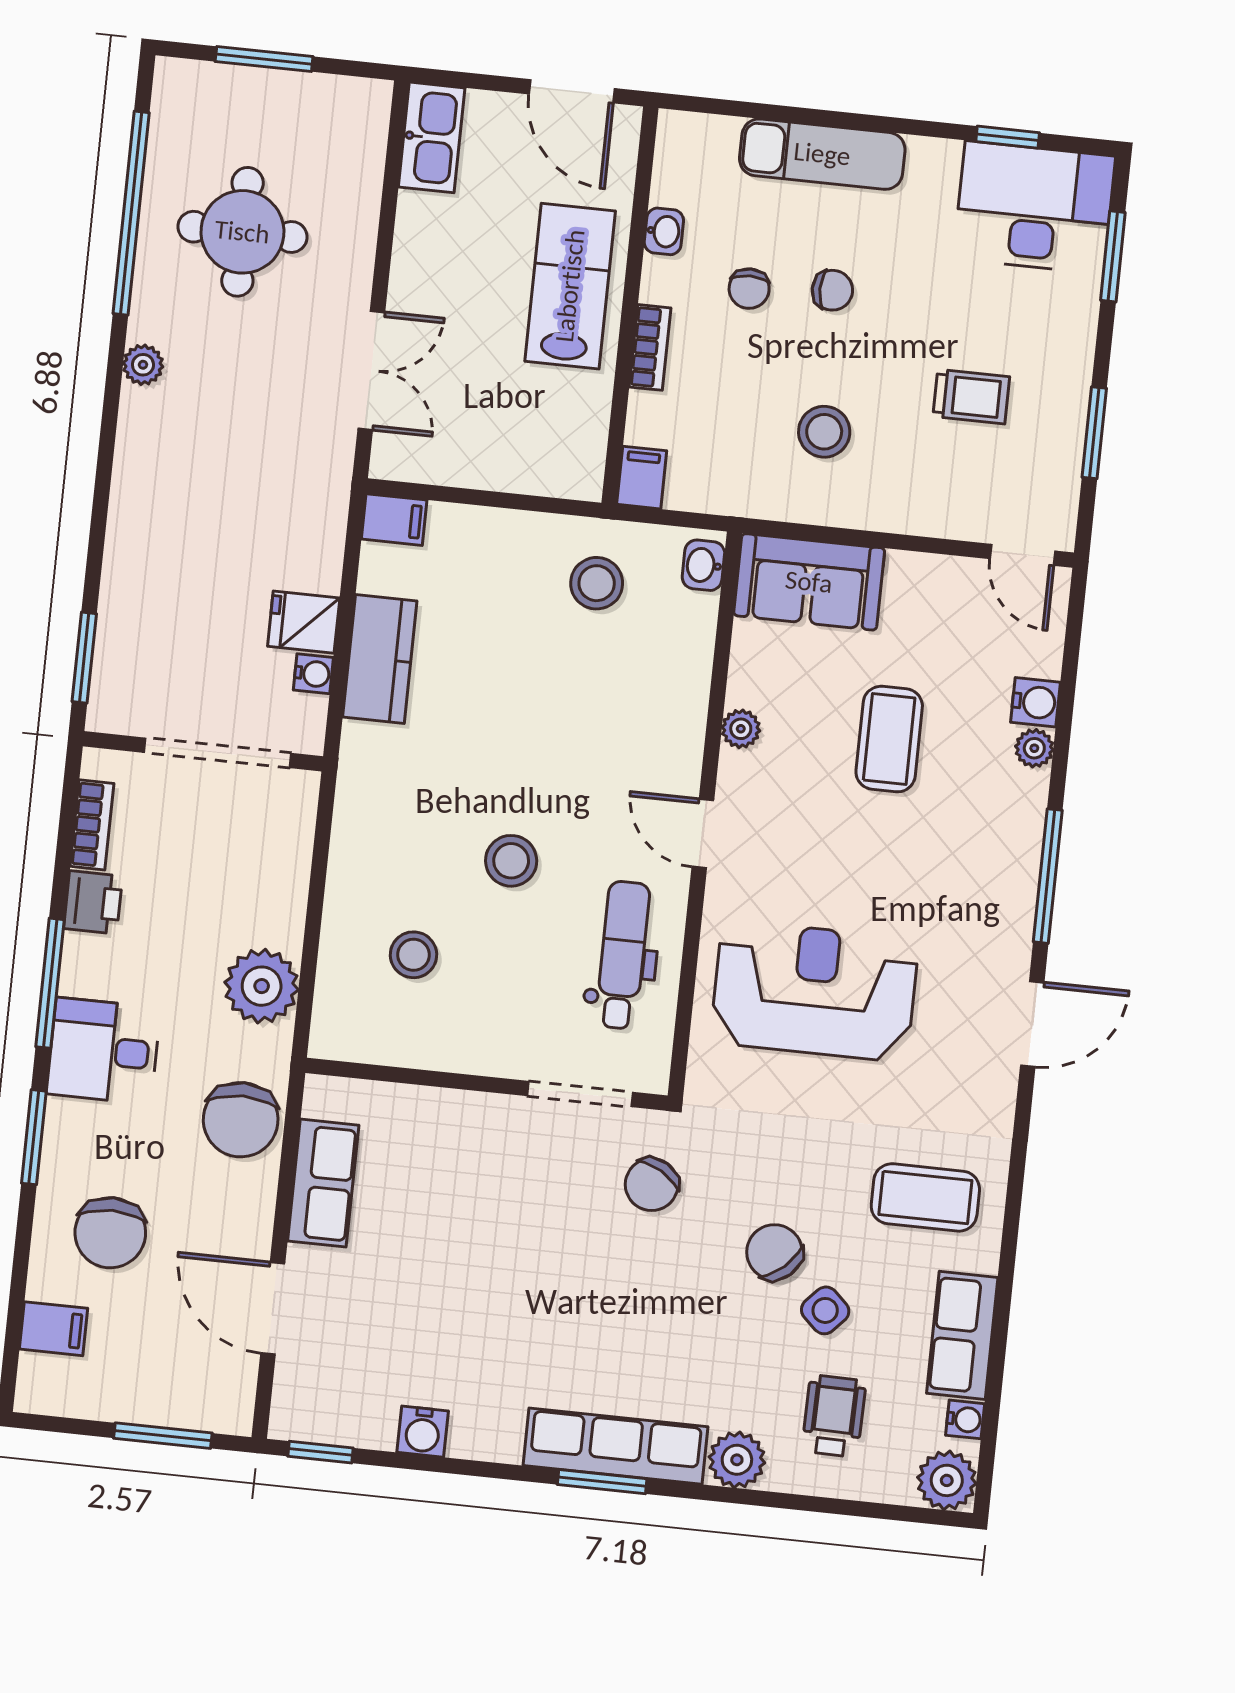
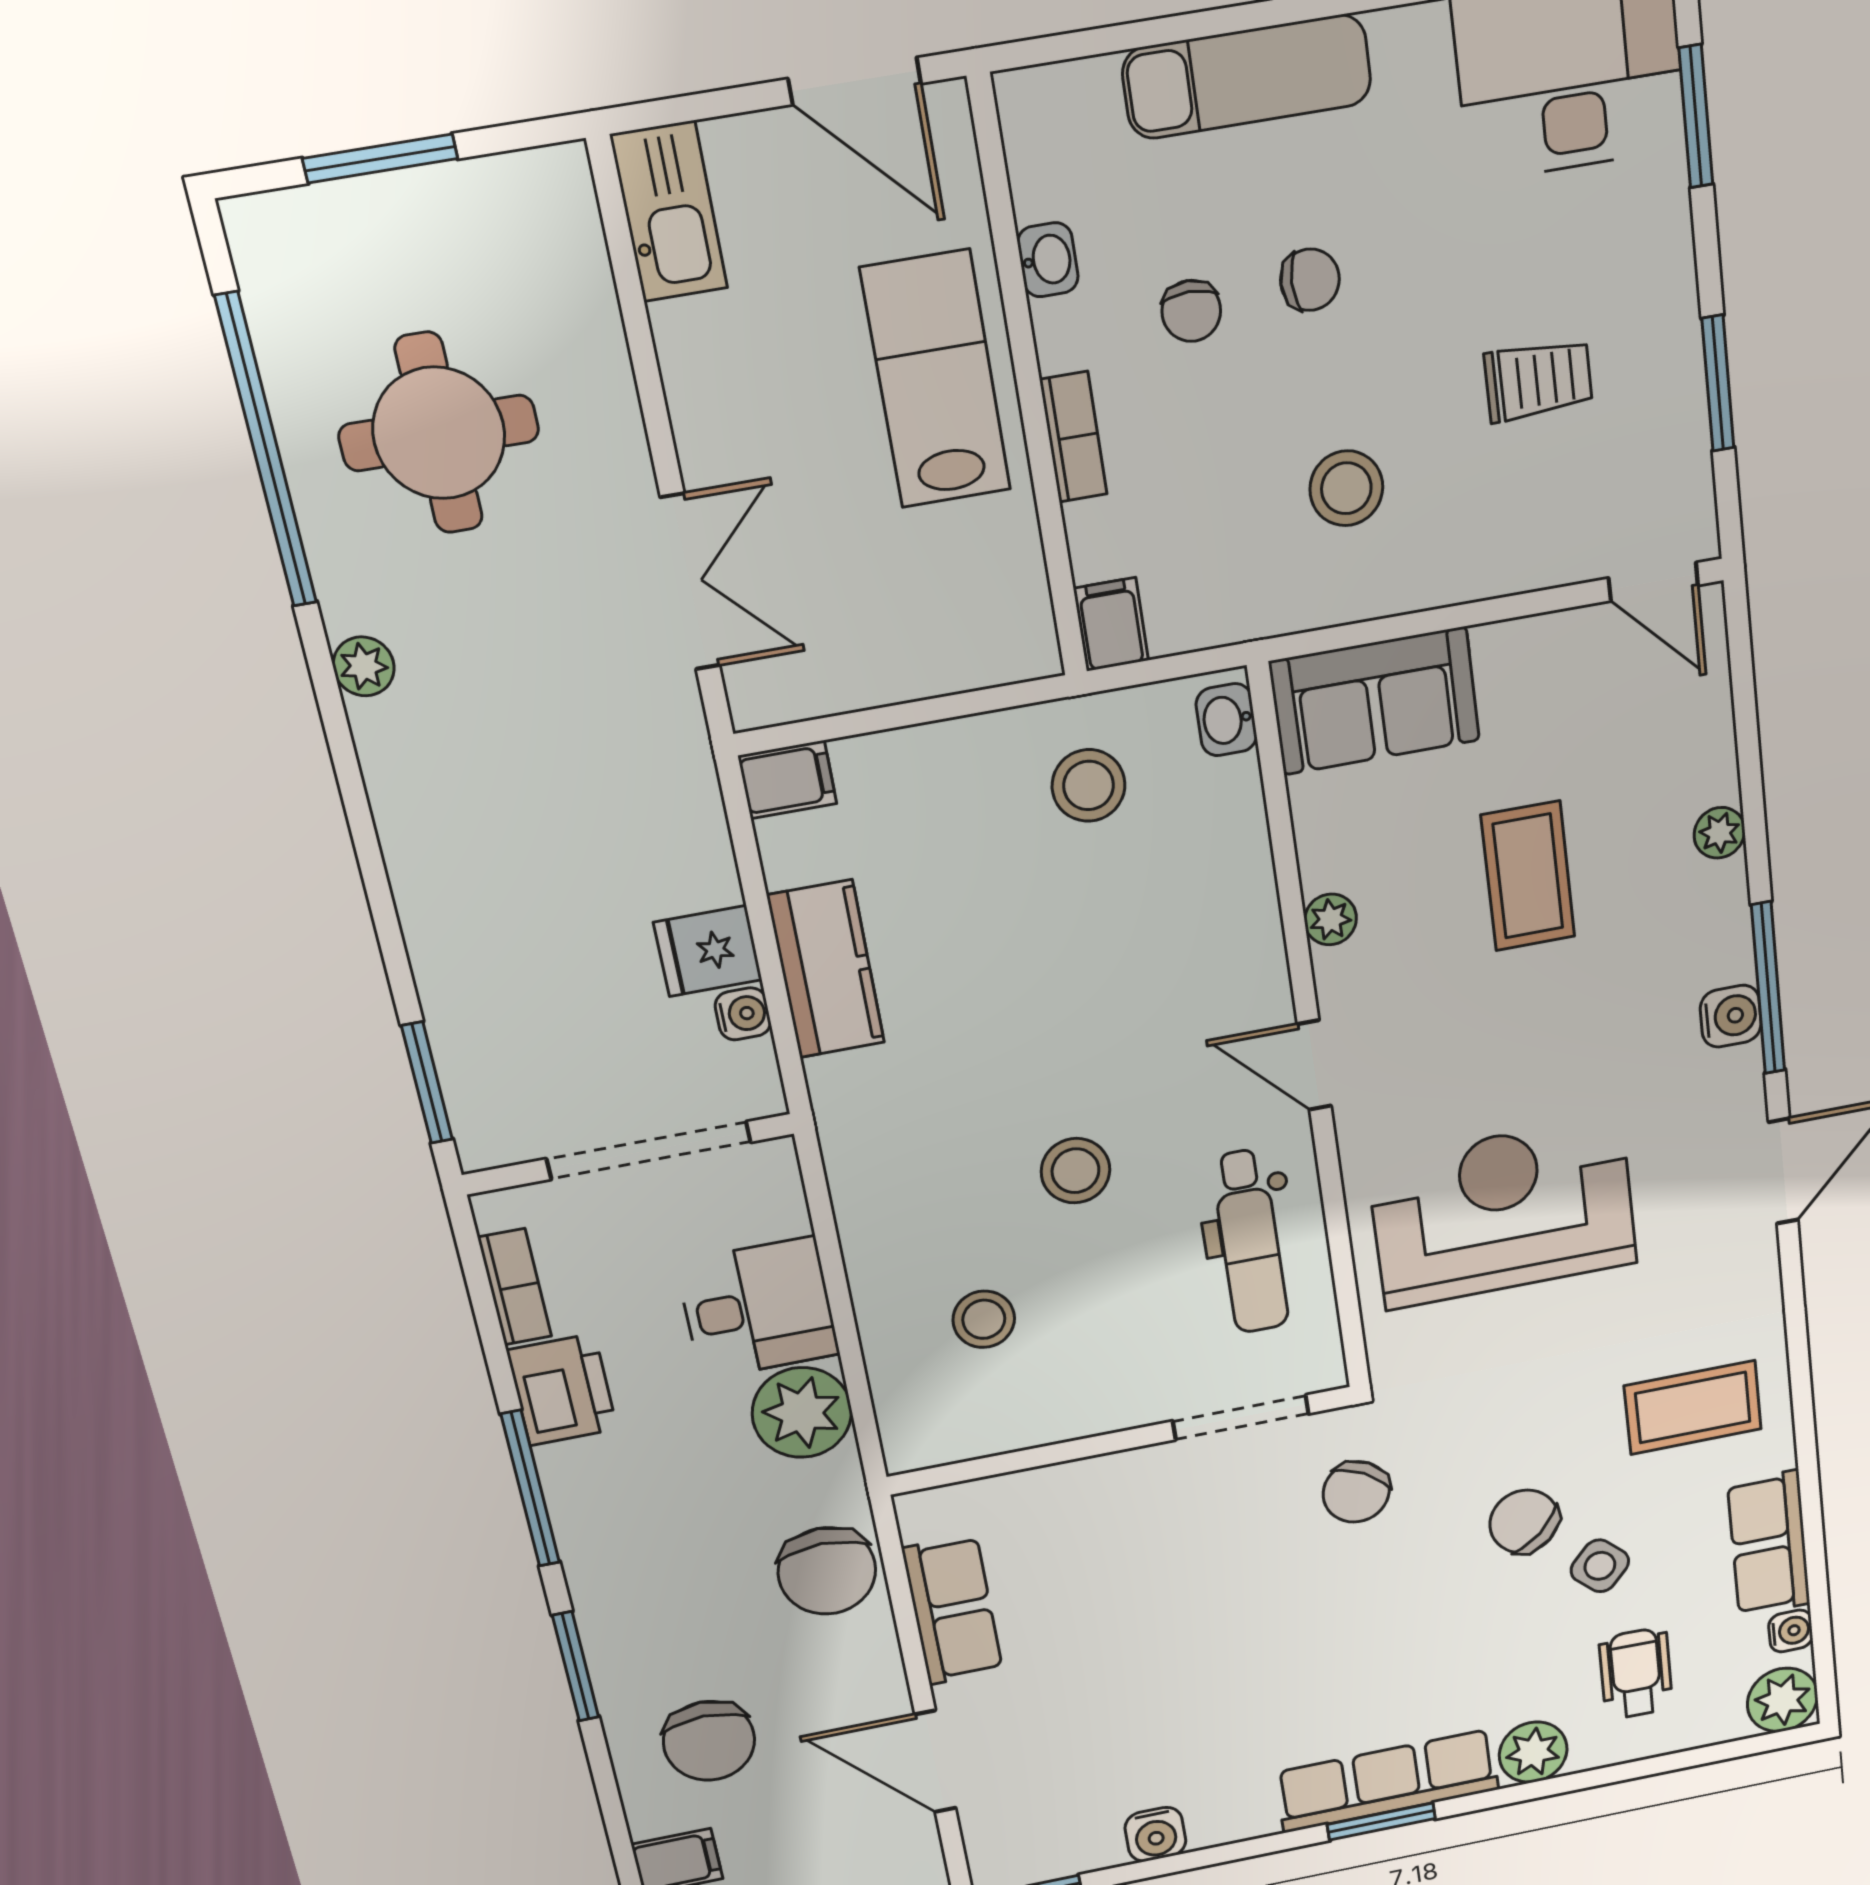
water cooler: (1036, 702) -> (1731, 1016), moved
printer: (93, 902) -> (562, 1390), width x1.36, depth x1.24
dental chair: (623, 955) -> (1250, 1241), turned 180
desk: (104, 1051) -> (758, 1308), moved, turned 180

